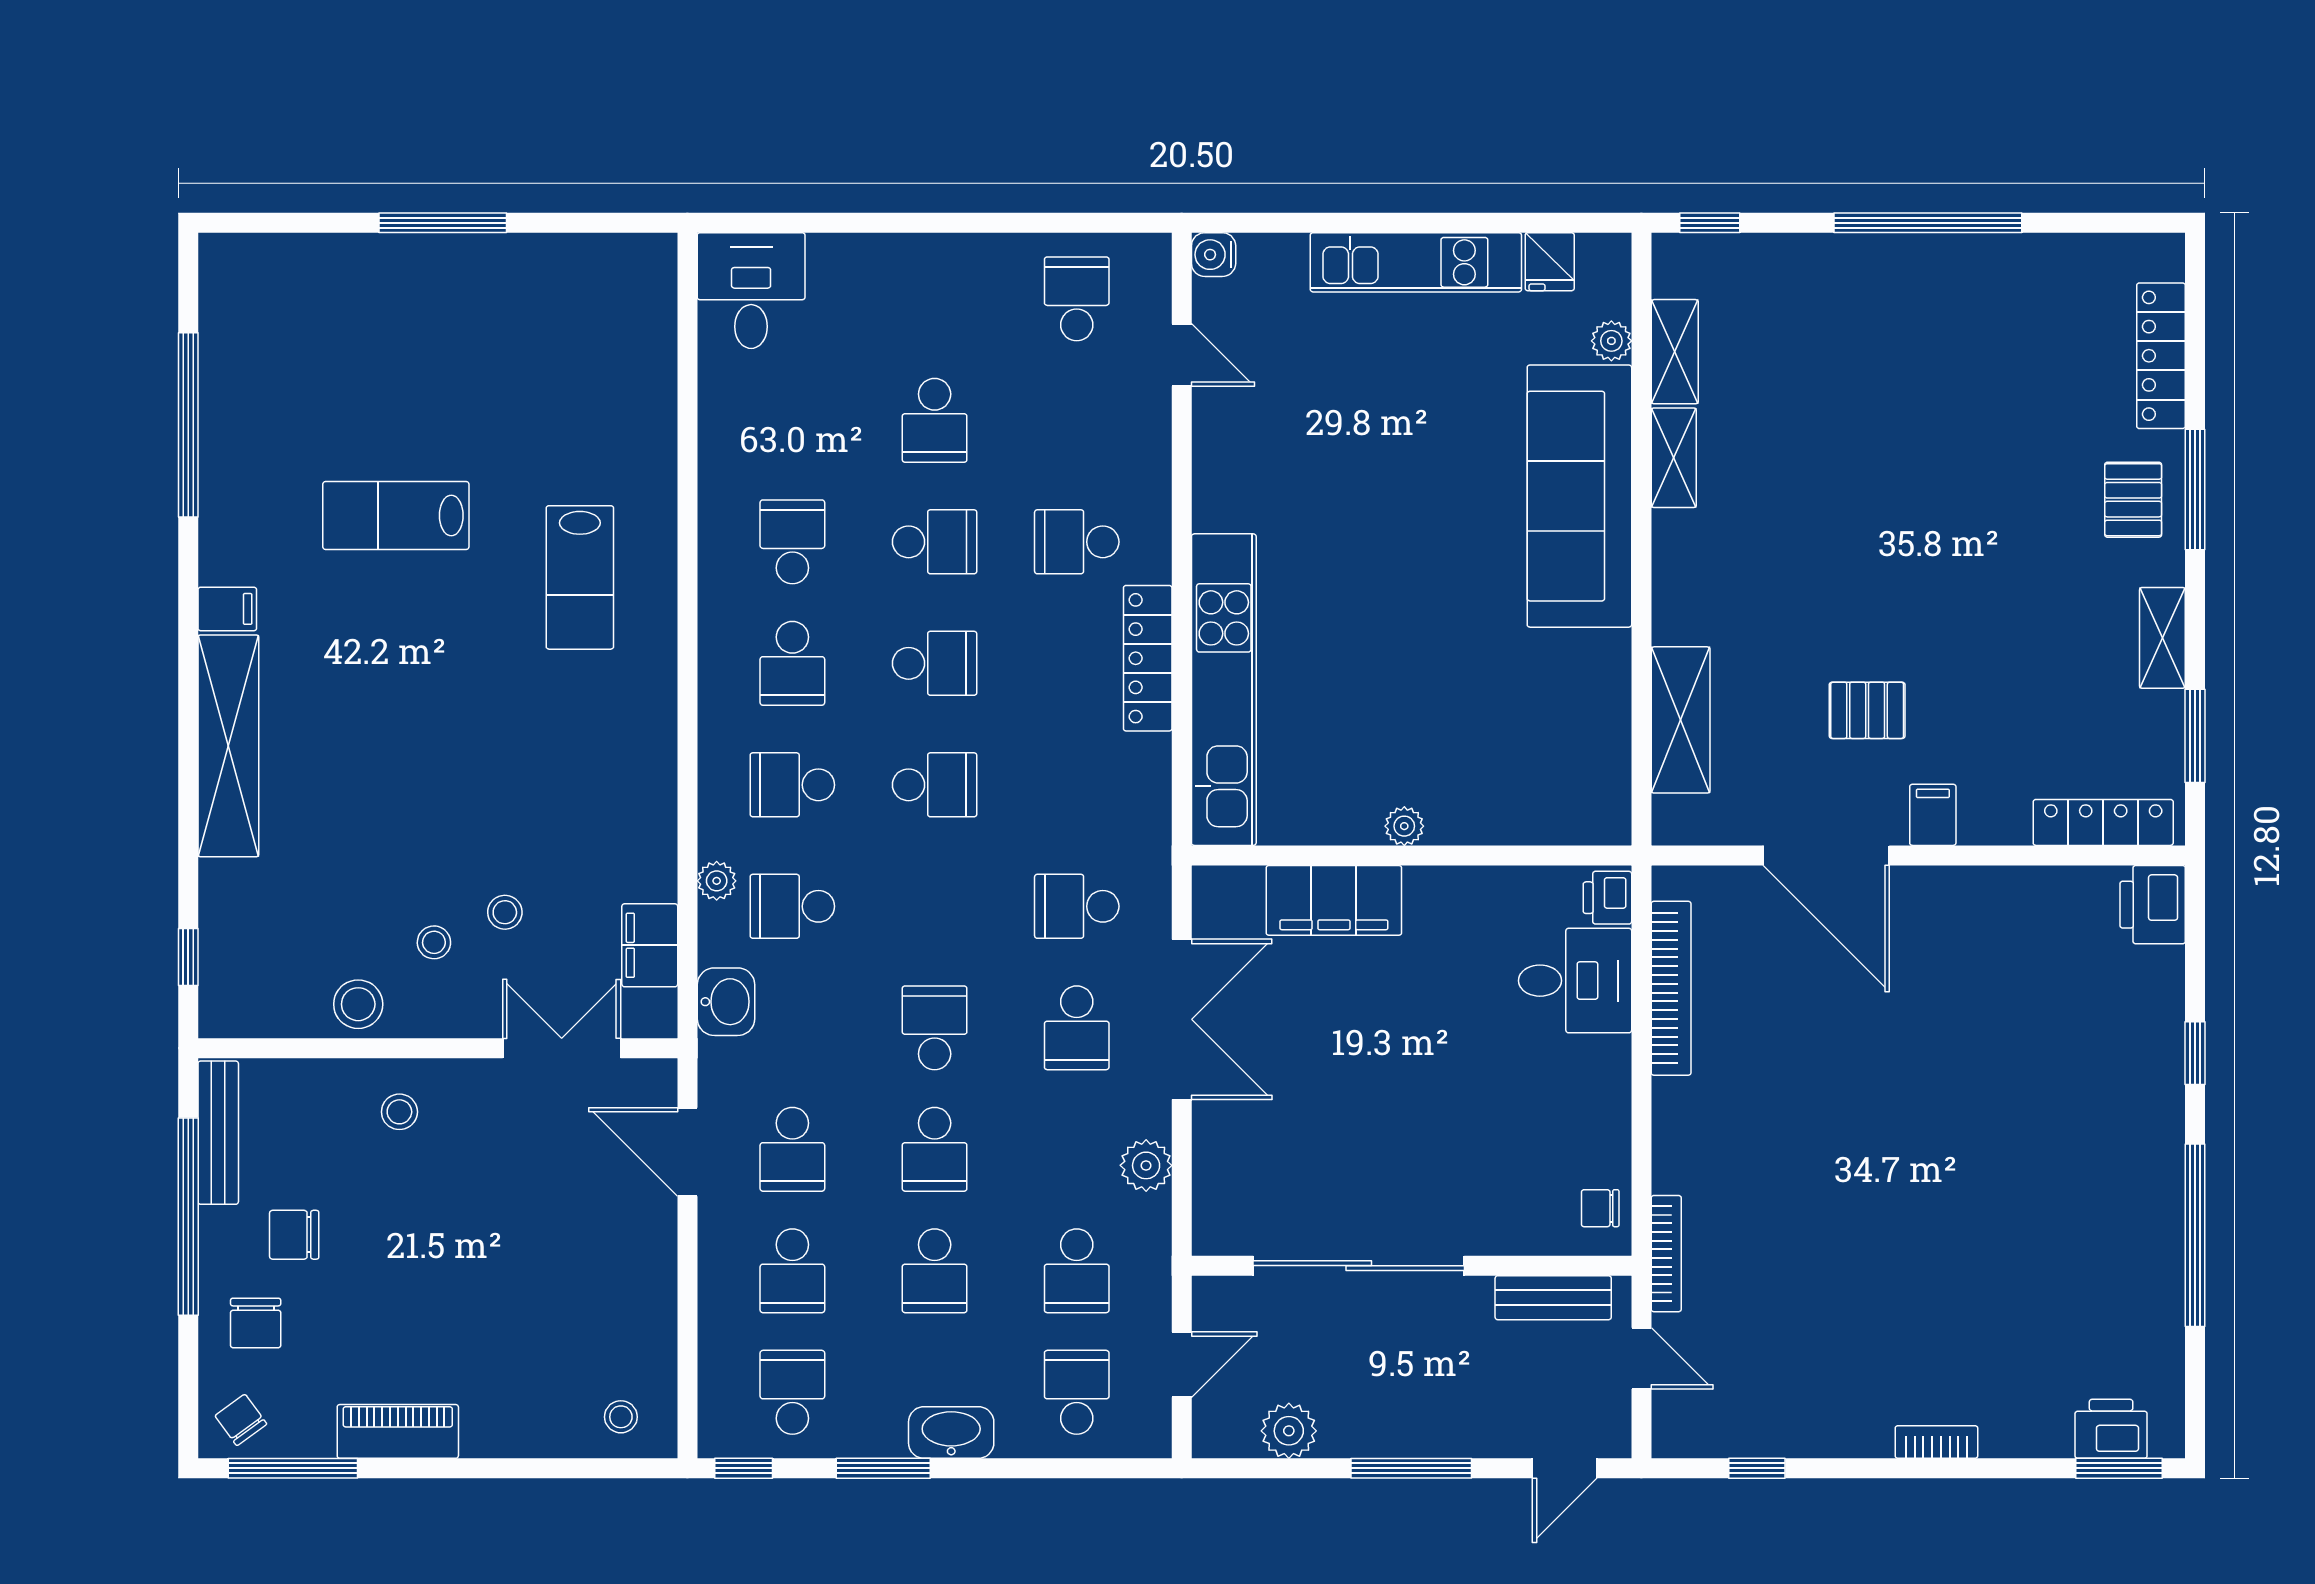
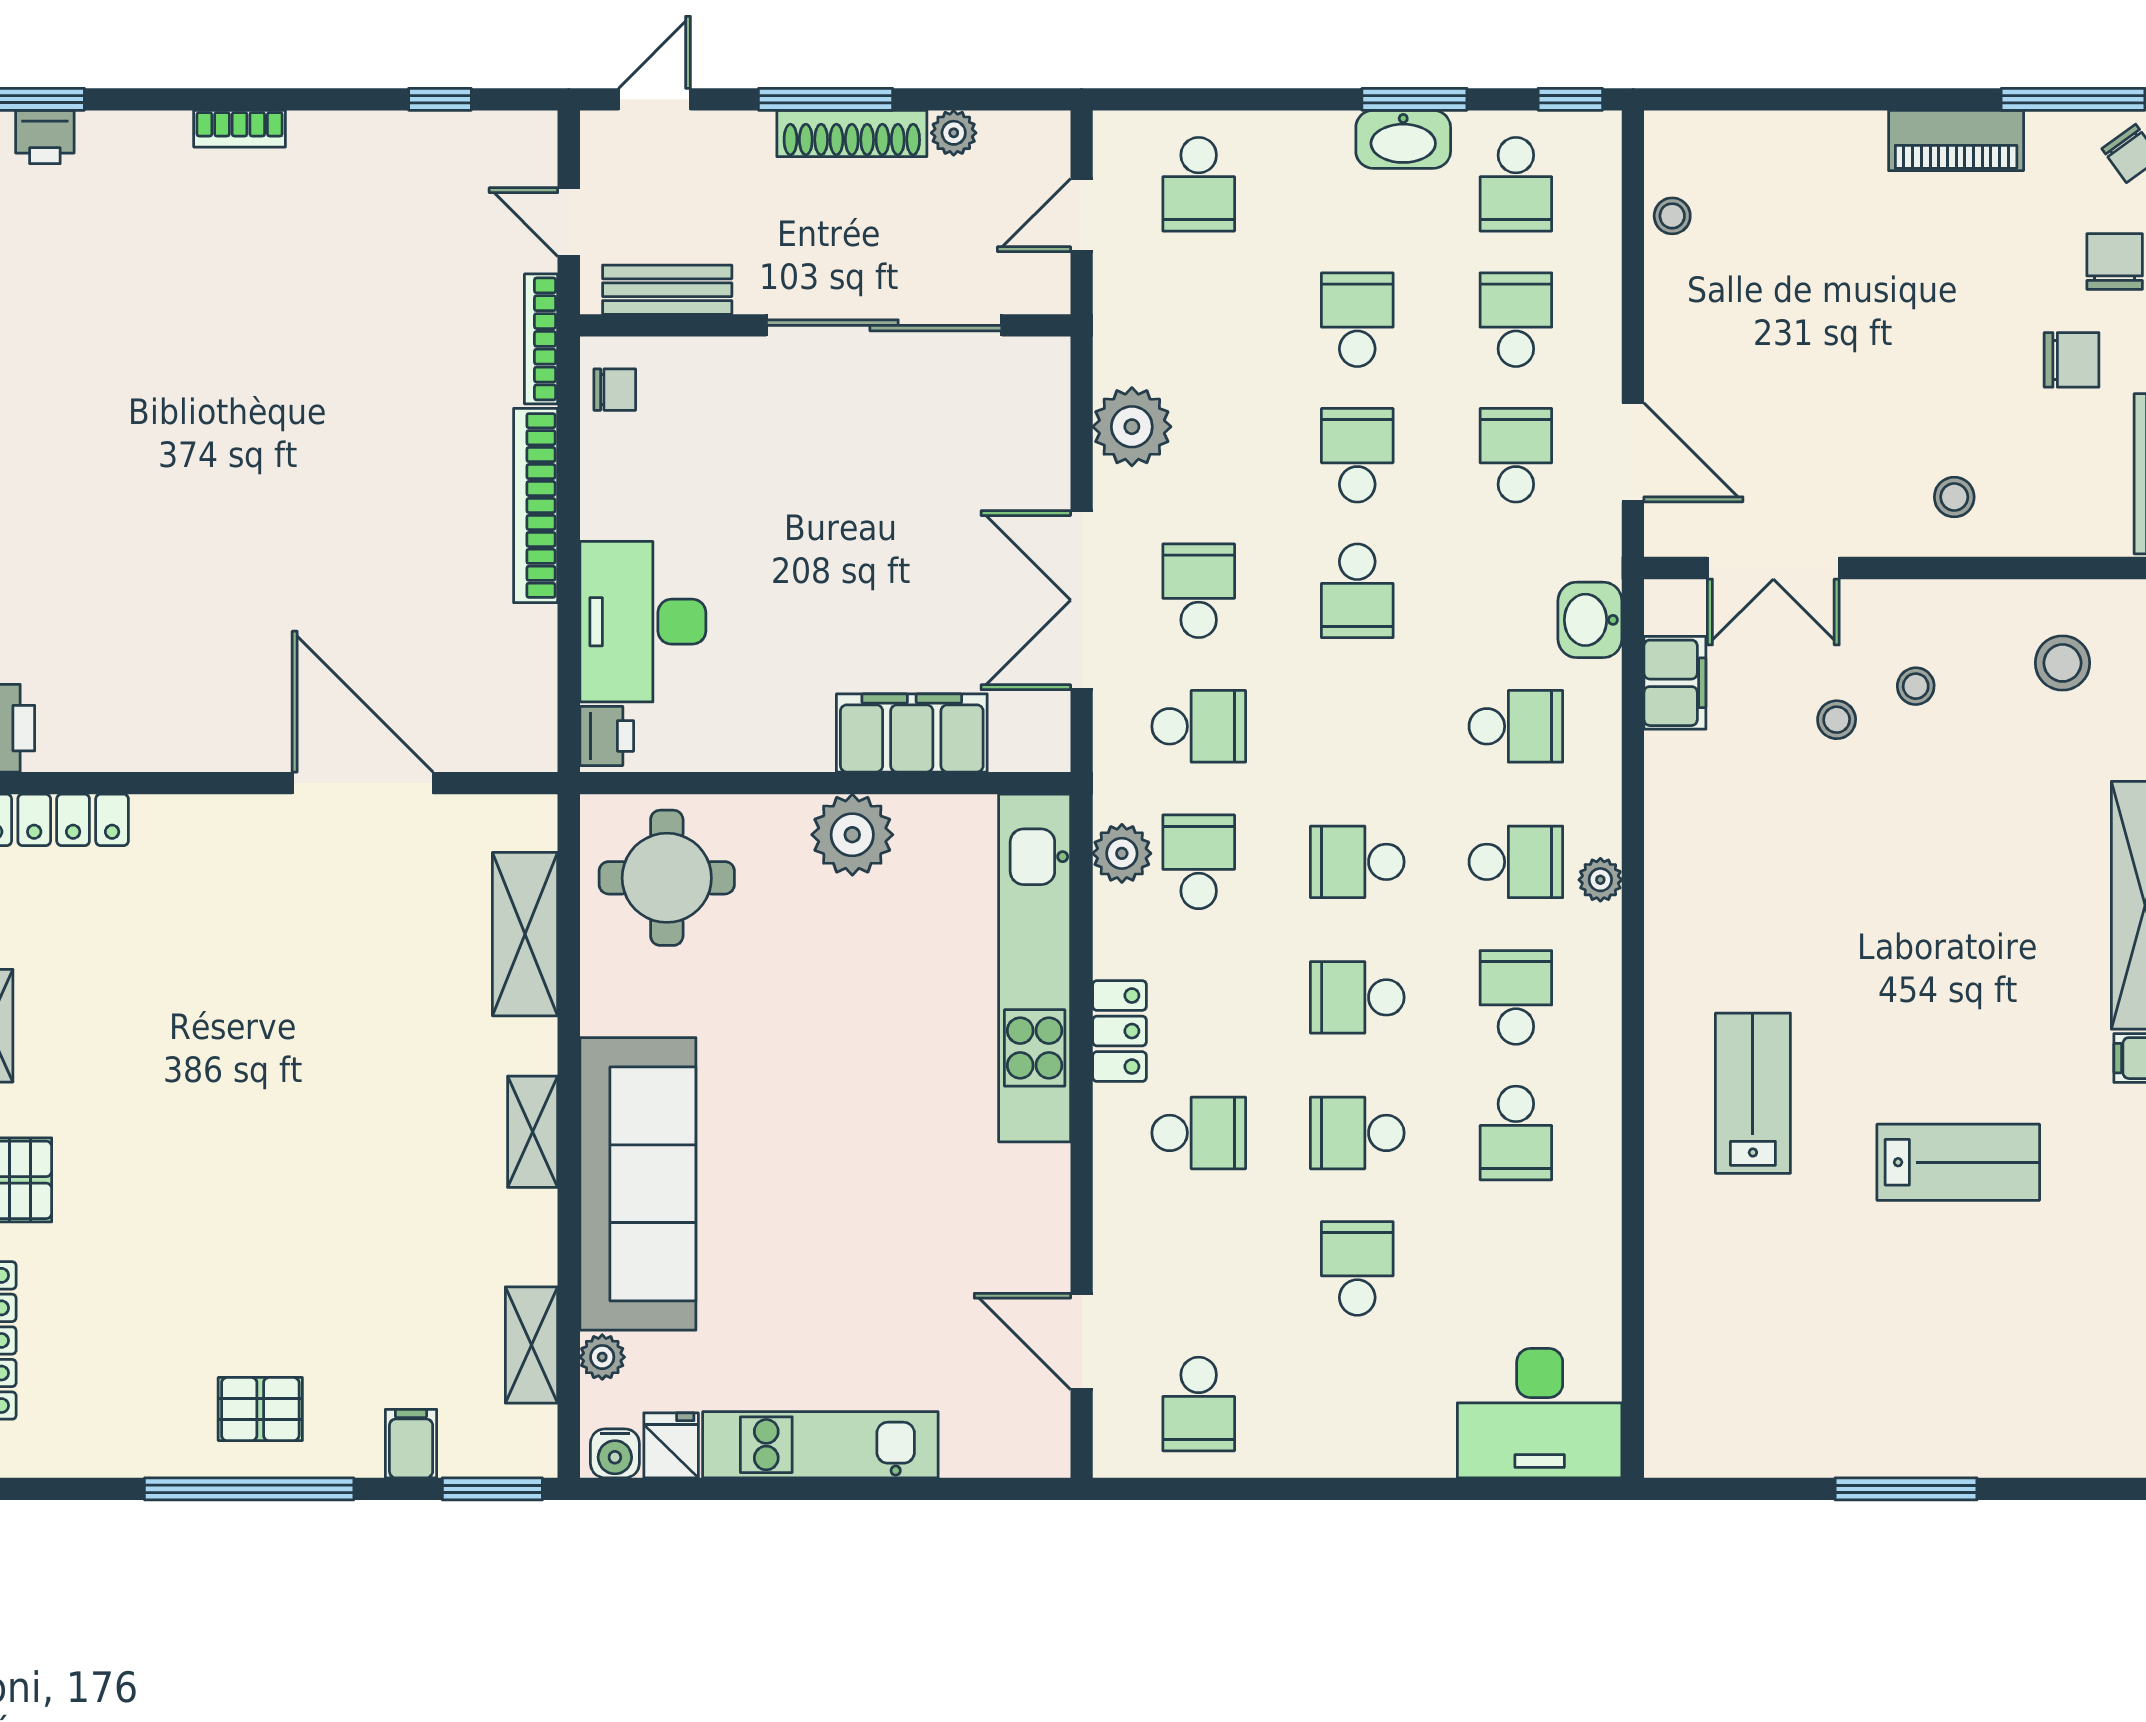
window: (1710, 223) -> (492, 1489), width x1.50
water cooler: (1214, 255) -> (615, 1453), moved, turned 90
desk: (751, 291) -> (1540, 1413), width x1.37
door: (1182, 355) -> (1082, 1341), width x1.38
shelving: (1674, 458) -> (533, 1132), moved
locker: (1148, 658) -> (1120, 1031), width x0.66
pallet: (1867, 710) -> (260, 1409), moved
round table: (1554, 770) -> (667, 878), added
plant: (1146, 792) -> (1122, 853), added
filing cabinet: (1933, 815) -> (411, 1444), moved, turned 180
plant: (1404, 826) -> (852, 835), width x1.87, depth x1.87
plant: (717, 881) -> (1600, 880), moved
desk: (1575, 981) -> (643, 622), width x1.37
bookcase: (1671, 988) -> (536, 505), moved
stool: (358, 1004) -> (2062, 663), moved
plant: (1146, 1165) -> (1132, 427), width x1.36, depth x1.36
school desk: (1077, 1271) -> (1199, 862), moved
stool: (621, 1417) -> (1672, 216), moved
printer: (2111, 1429) -> (45, 137), width x0.73, depth x0.81
plant: (1289, 1431) -> (954, 133), width x0.73, depth x0.73
washbasin: (951, 1432) -> (1403, 139), moved
shoe rack: (1388, 1438) -> (852, 133), added

